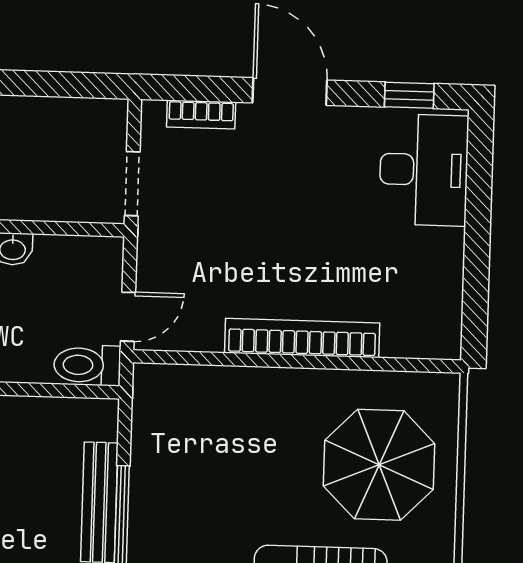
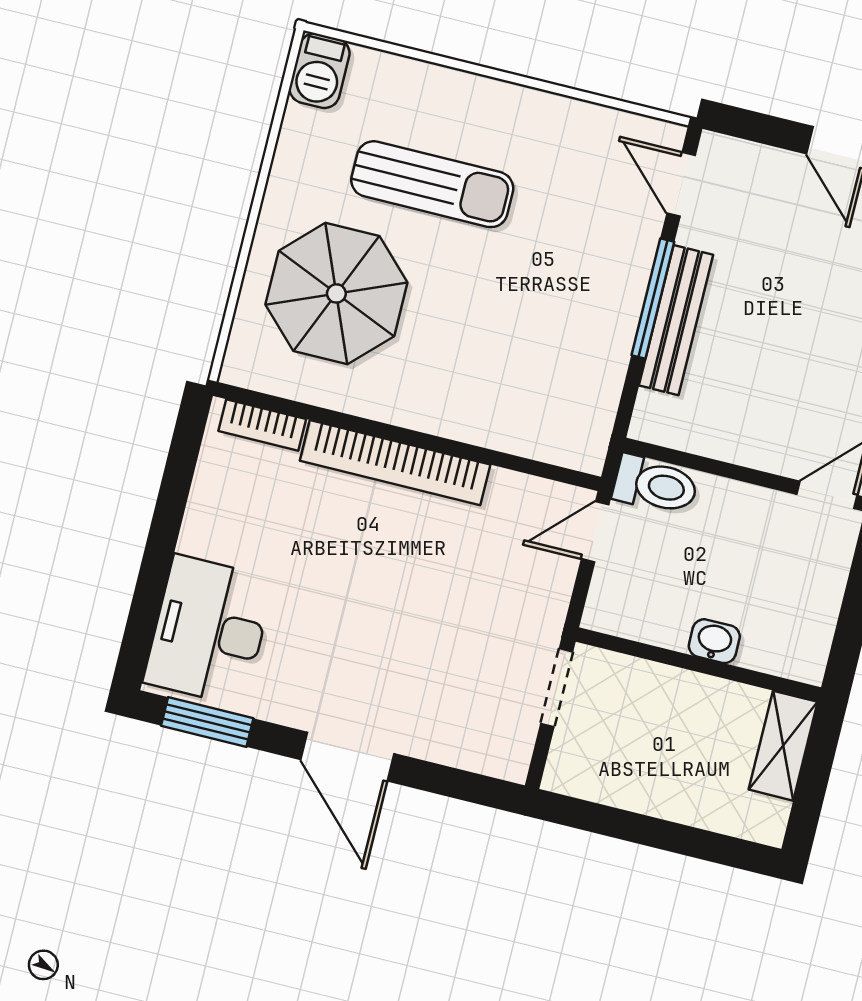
window: (409, 95) -> (207, 722), width x1.50
bookcase: (201, 115) -> (262, 425), moved, turned 180

